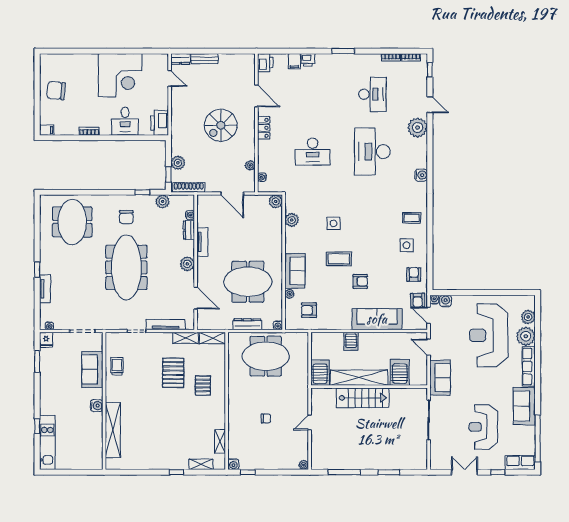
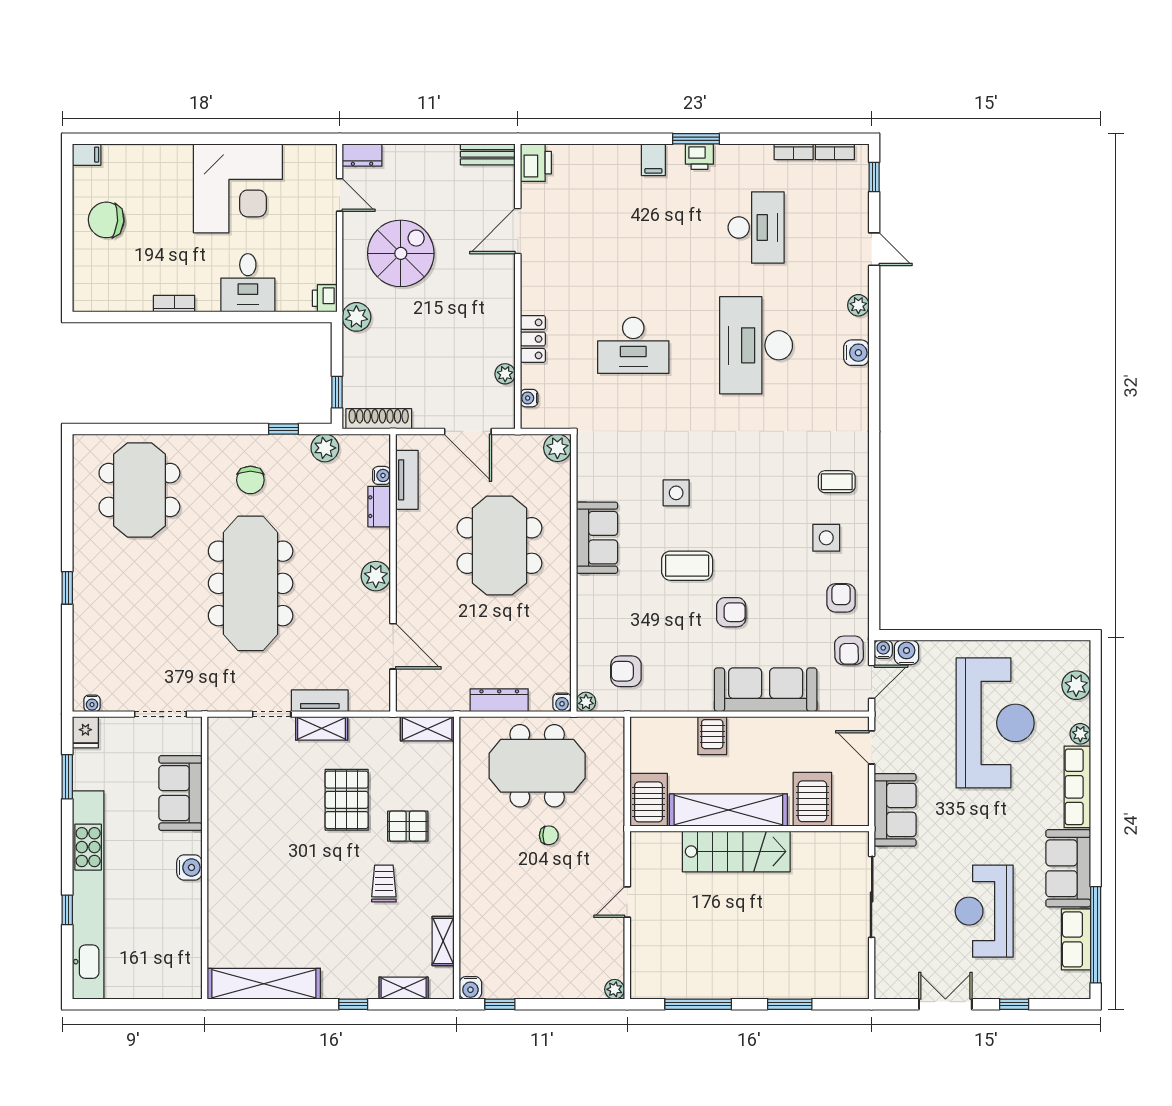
bench: (205, 59) -> (488, 154), moved
printer: (308, 60) -> (699, 157), moved
filing cabinet: (294, 61) -> (653, 160), moved
door: (256, 96) -> (518, 231), swing flipped
printer: (160, 123) -> (325, 298), width x0.53, depth x0.68
spiral stairs: (221, 125) -> (401, 253), moved, turned 180
locker: (264, 128) -> (533, 339), moved
plant: (418, 128) -> (858, 305), width x0.53, depth x0.53
filing cabinet: (47, 130) -> (87, 155), moved
plant: (178, 163) -> (356, 317), moved
water cooler: (421, 175) -> (856, 353), moved
plant: (292, 220) -> (590, 486), removed
tv unit: (202, 242) -> (407, 480), moved
sofa: (295, 271) -> (597, 538), moved
meeting table: (248, 282) -> (499, 546), moved, turned 90
tv unit: (45, 289) -> (83, 628), removed
plant: (290, 294) -> (586, 702), moved
door: (429, 315) -> (872, 682), swing flipped
tv unit: (166, 324) -> (320, 701), width x0.71
reception desk: (489, 335) -> (995, 723), turned 180
plant: (526, 336) -> (1080, 734), width x0.53, depth x0.53
shelving: (186, 338) -> (322, 728), moved
trolley: (117, 366) -> (384, 884), moved
pallet: (203, 386) -> (408, 826), turned 90
chair: (266, 418) -> (549, 835), moved
shelving: (113, 430) -> (264, 984), moved, turned 90
kitchen unit: (47, 442) -> (88, 895), width x1.86
row of seats: (520, 463) -> (1076, 939), moved, turned -90

